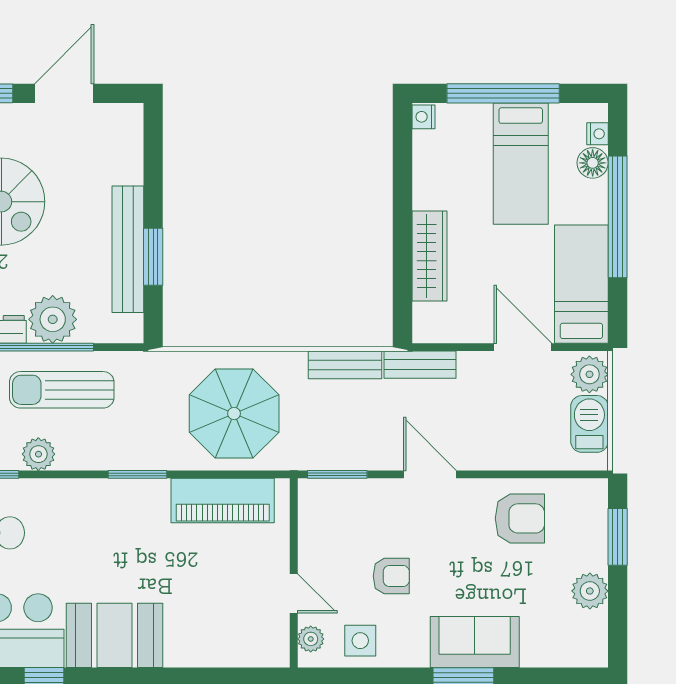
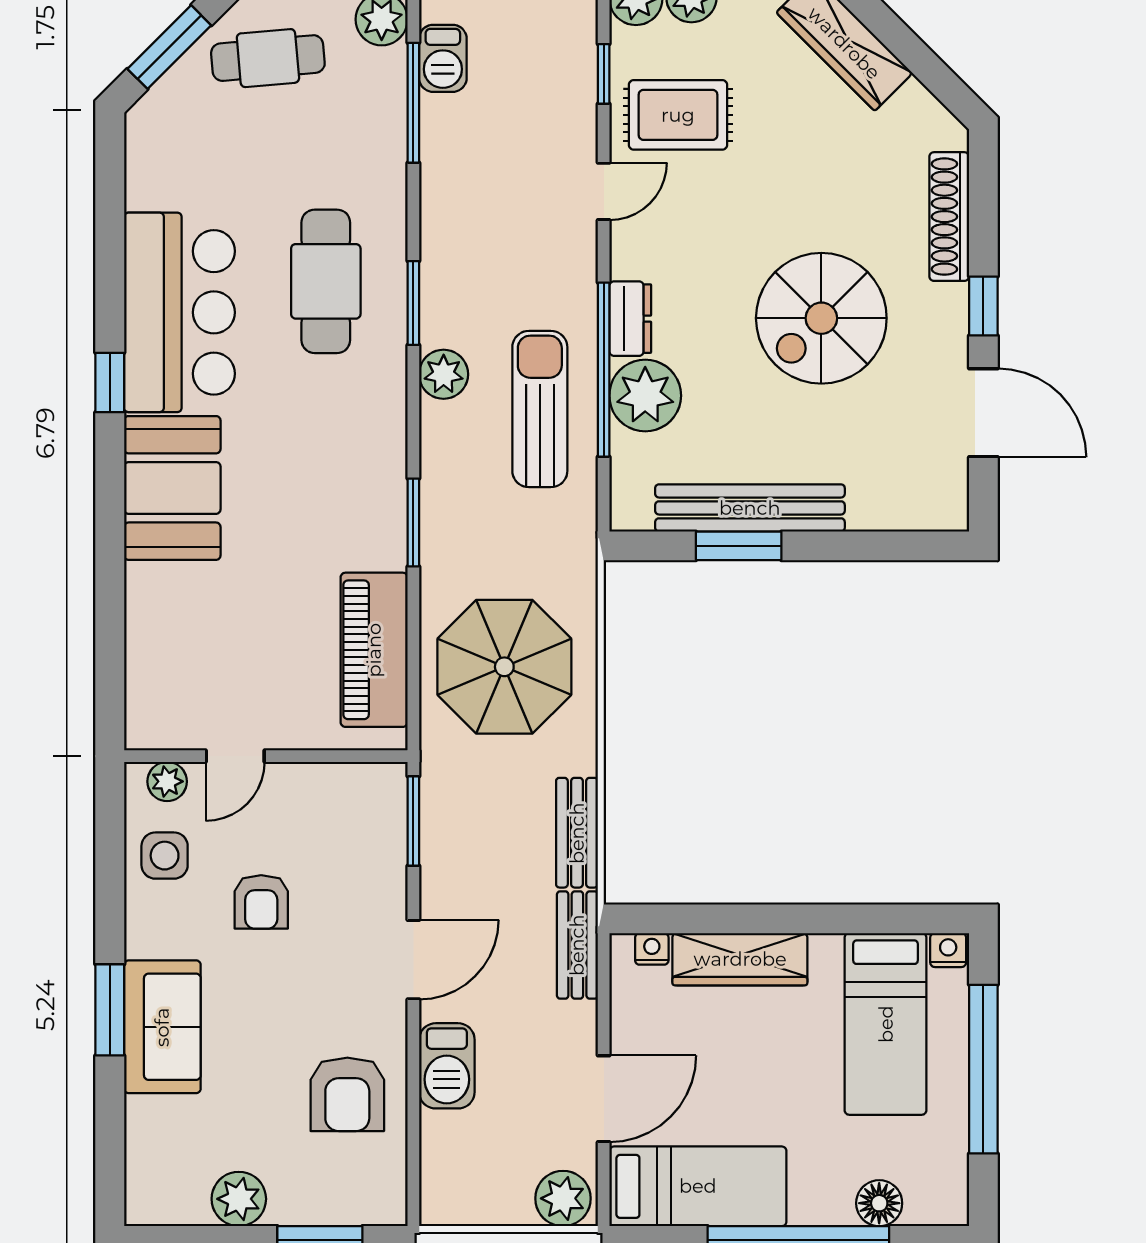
nightstand: (597, 134) -> (652, 949), moved, turned 180
bed: (521, 164) -> (886, 1024), moved, turned -90
barbecue: (589, 424) -> (447, 1066), moved, turned 90

